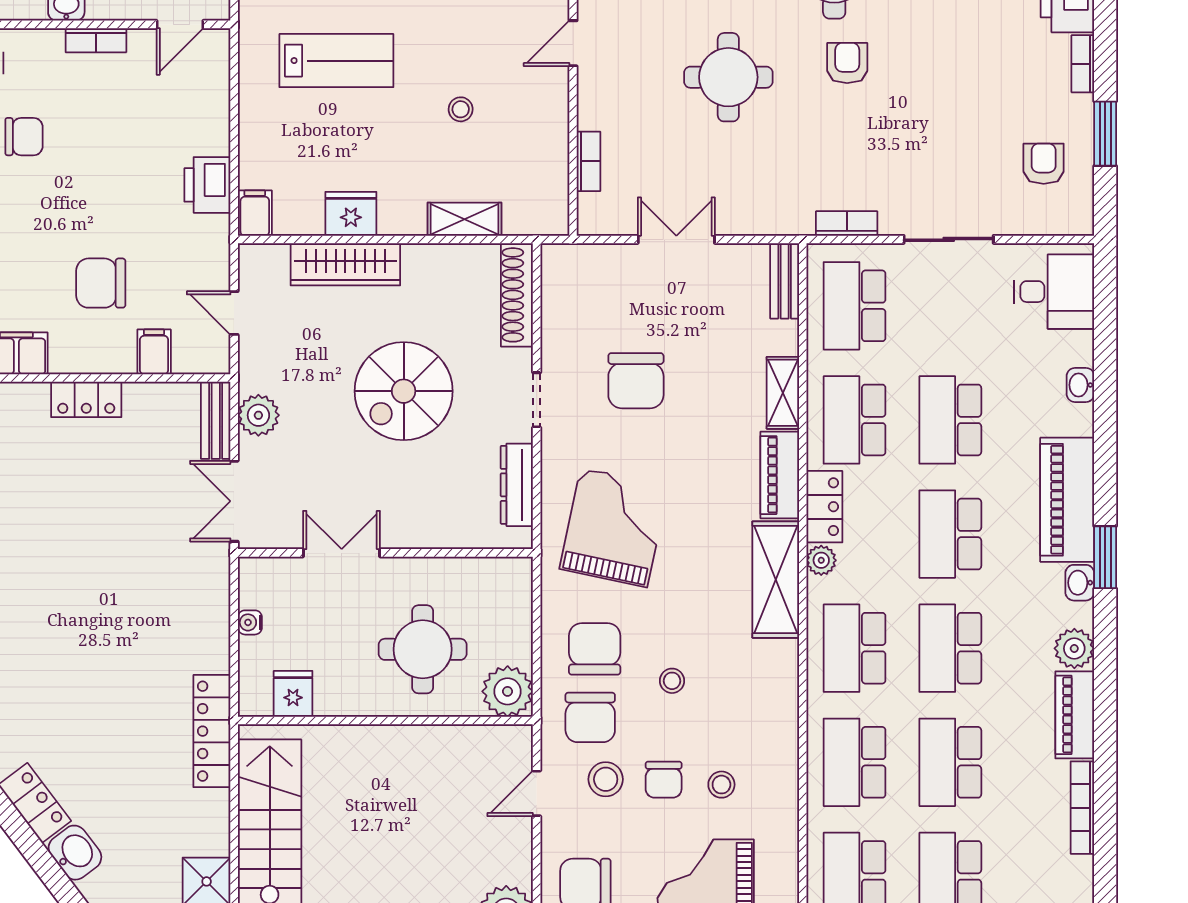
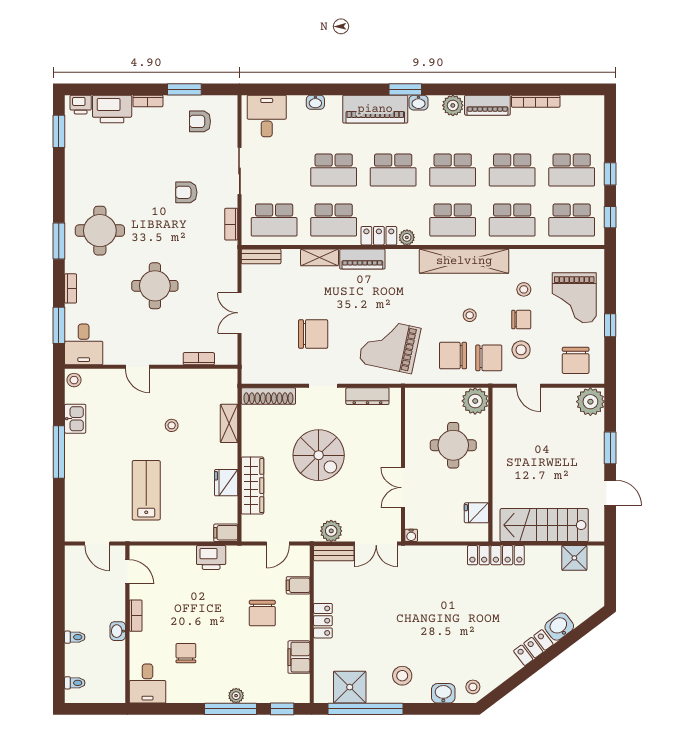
armchair: (847, 63) -> (186, 192), moved
shelving: (776, 580) -> (464, 261), moved, width x1.47
water cooler: (250, 622) -> (411, 535), moved

